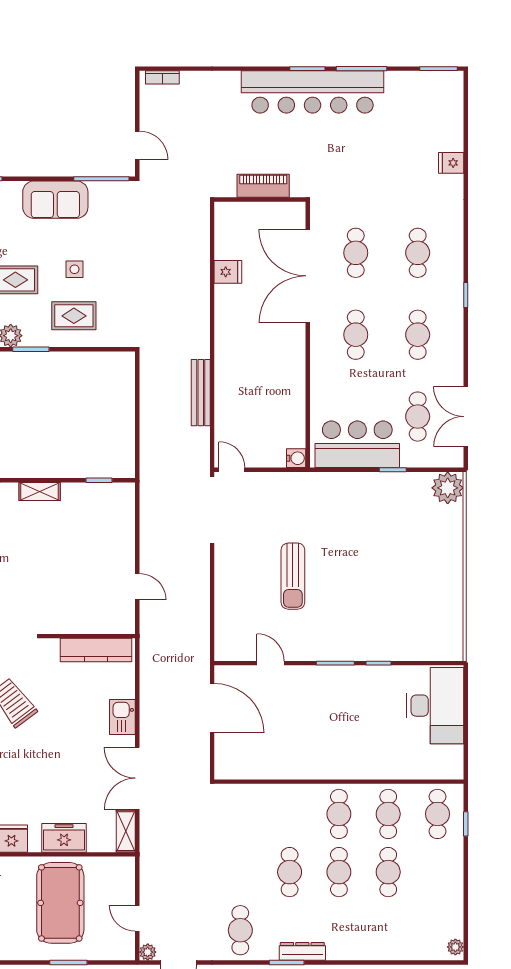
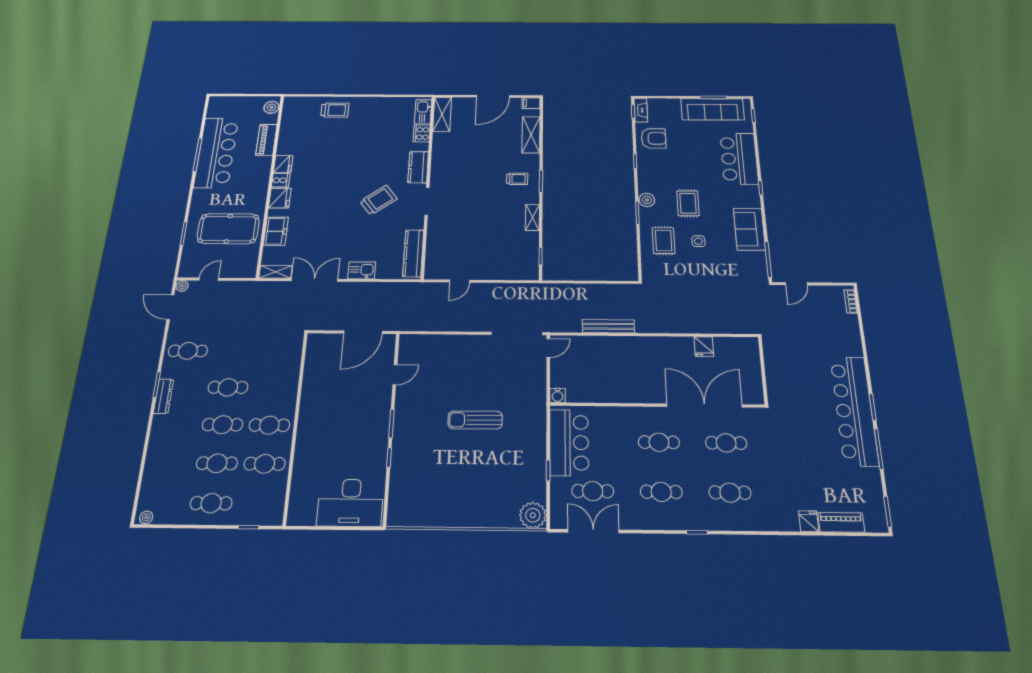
piano: (263, 186) -> (841, 522), moved, turned -90
sun lounger: (293, 576) -> (475, 420), moved
cafe table: (437, 814) -> (211, 503), moved

